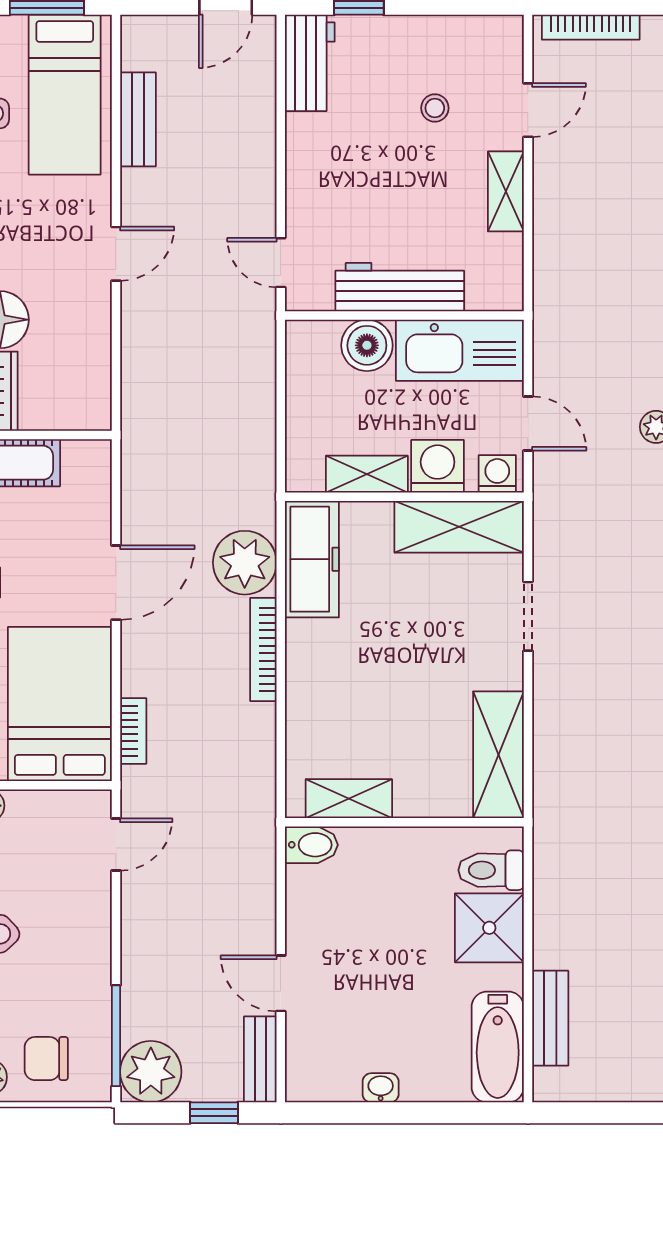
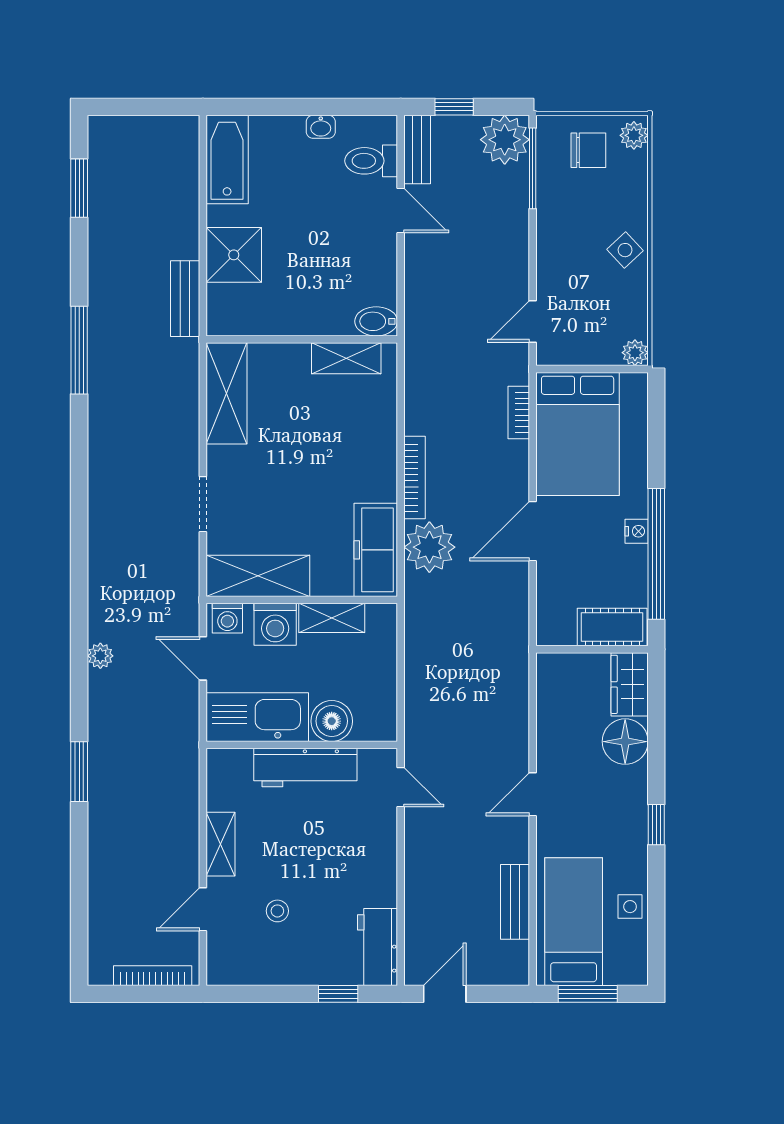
toilet: (491, 870) -> (371, 161), moved, turned 180
bench: (550, 1018) -> (185, 299), moved

